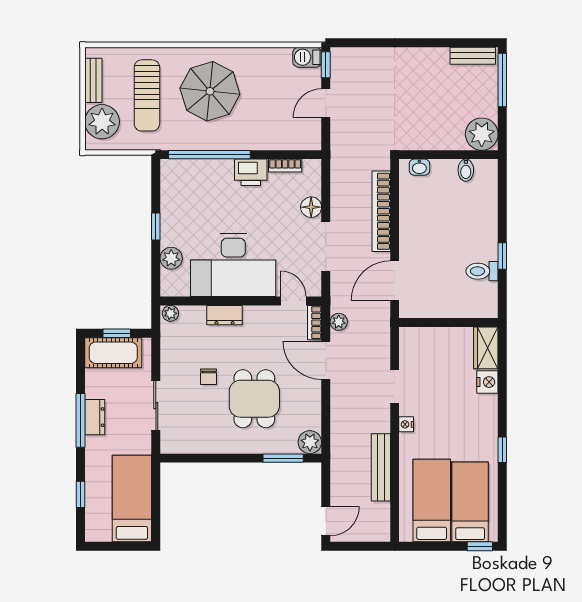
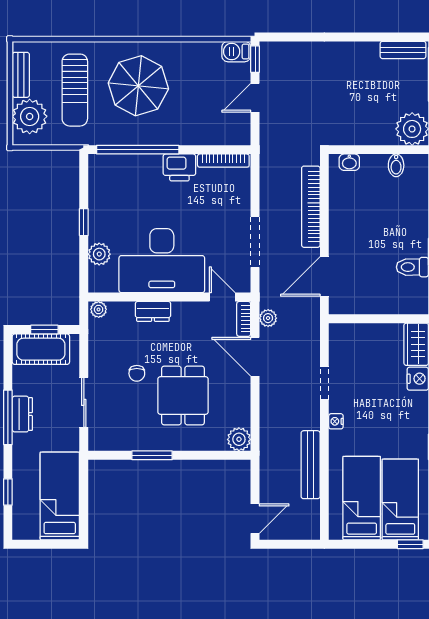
bookcase: (285, 166) -> (223, 161), width x1.56
floor lamp: (311, 207) -> (240, 203), removed
window: (283, 458) -> (152, 455), moved

